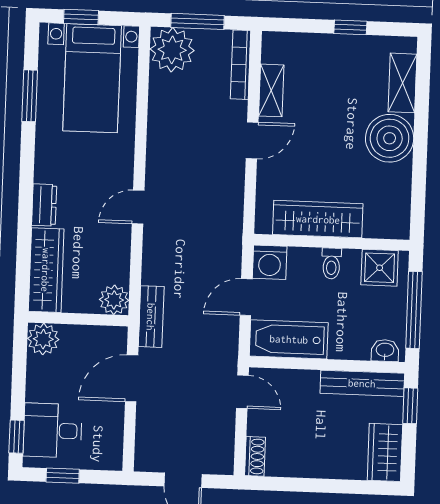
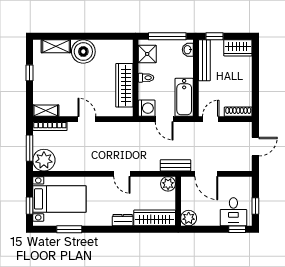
shelving: (271, 90) -> (46, 111), moved
shoe rack: (255, 456) -> (238, 112), width x1.43

